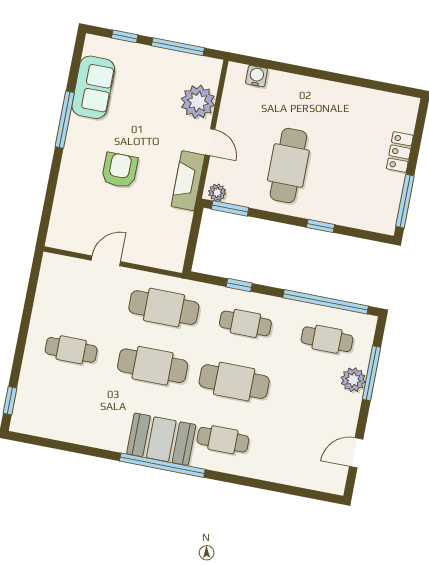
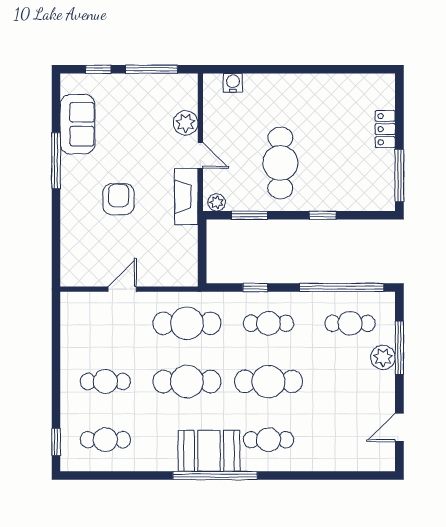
plant: (198, 102) -> (186, 123), width x0.73, depth x0.73
window: (230, 208) -> (249, 215), moved
cafe table: (60, 408) -> (105, 440), added

